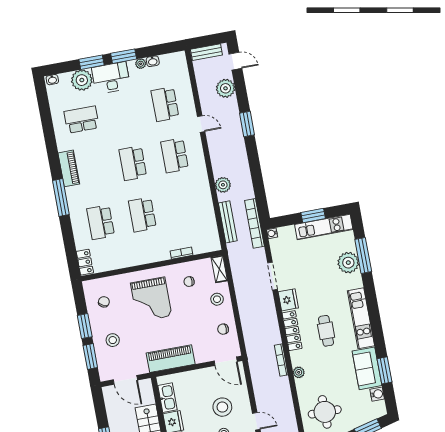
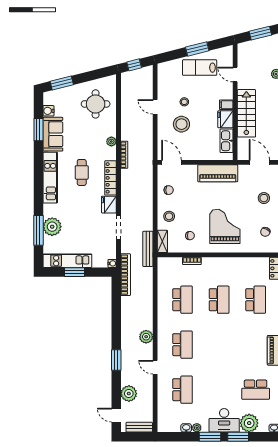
school desk: (133, 163) -> (183, 300), moved
plant: (223, 185) -> (146, 337), moved
bench: (228, 222) -> (148, 249), moved

